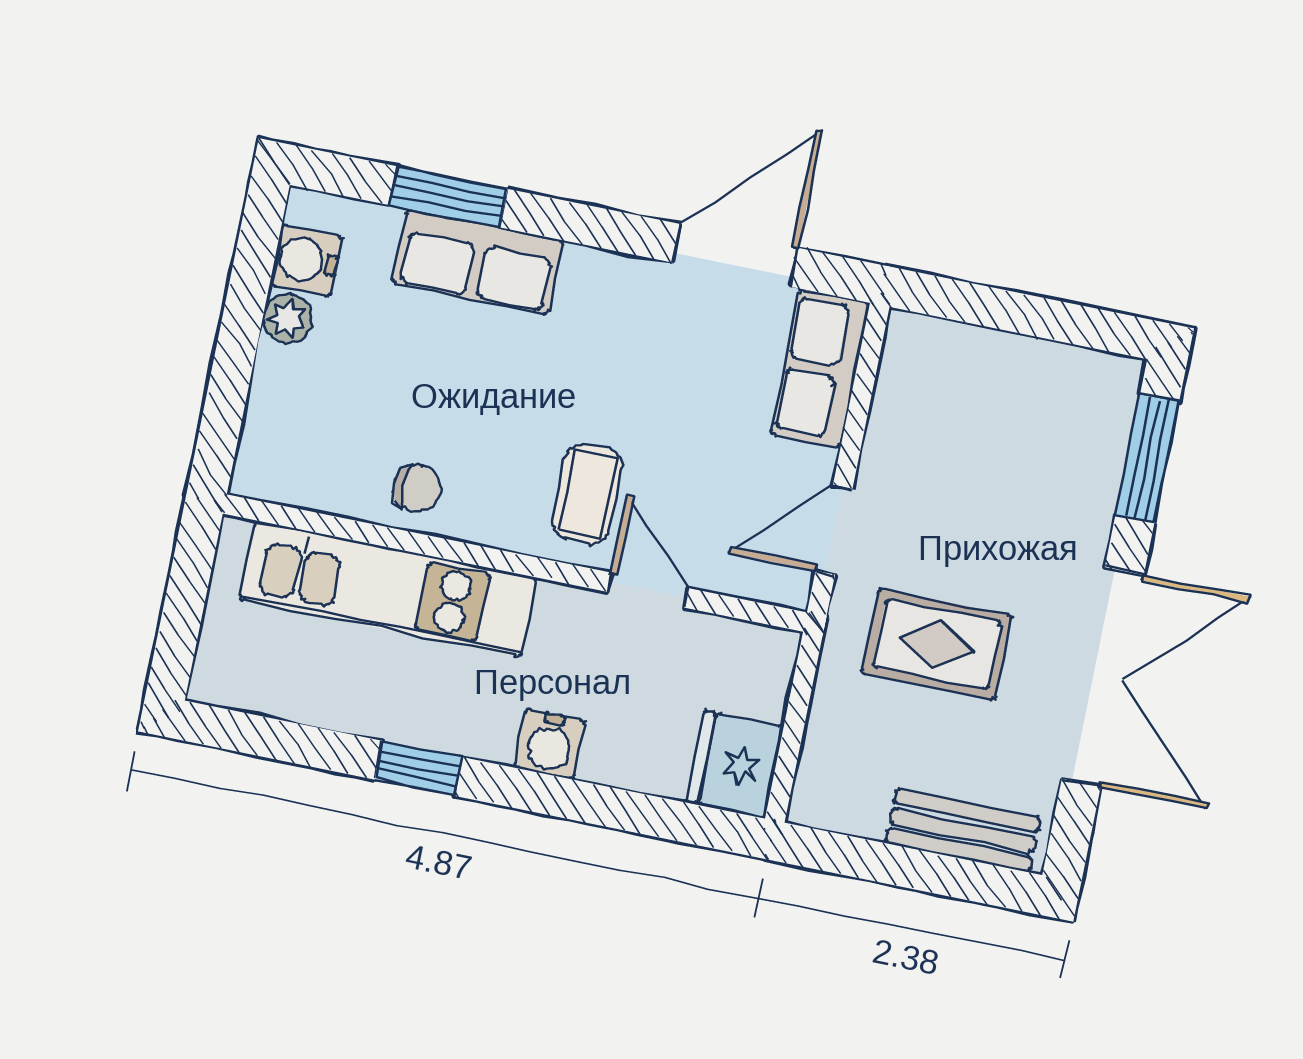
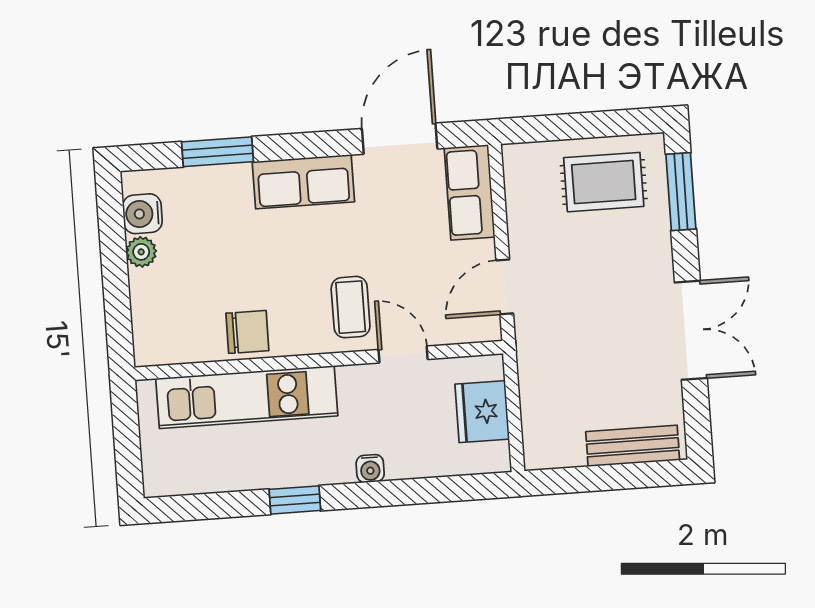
row of seats: (477, 262) -> (303, 182), moved
chair: (417, 488) -> (247, 332), width x1.37, depth x1.37
rug: (937, 644) -> (604, 182), moved
double door: (1103, 677) -> (691, 330), width x0.73
water cooler: (549, 744) -> (370, 469), width x0.72, depth x0.72
fridge: (735, 765) -> (482, 412), moved

